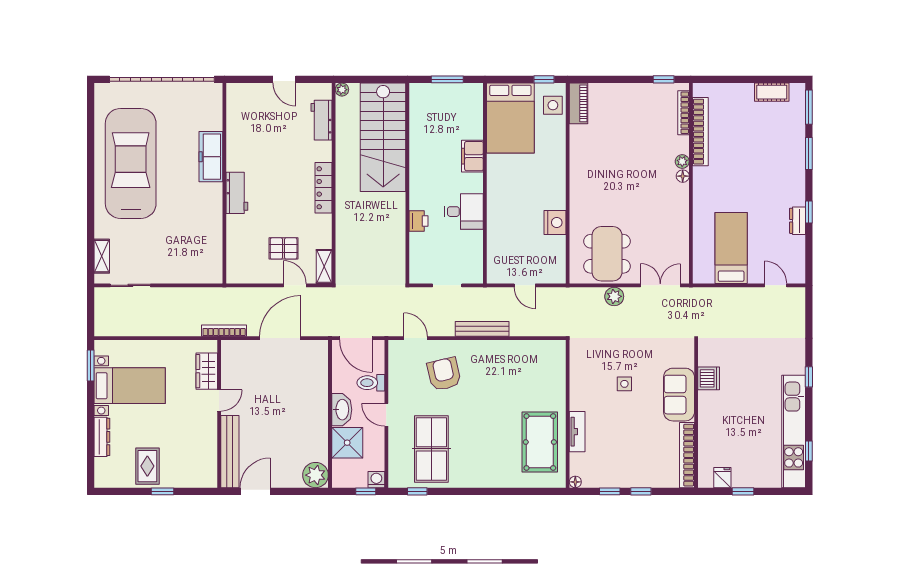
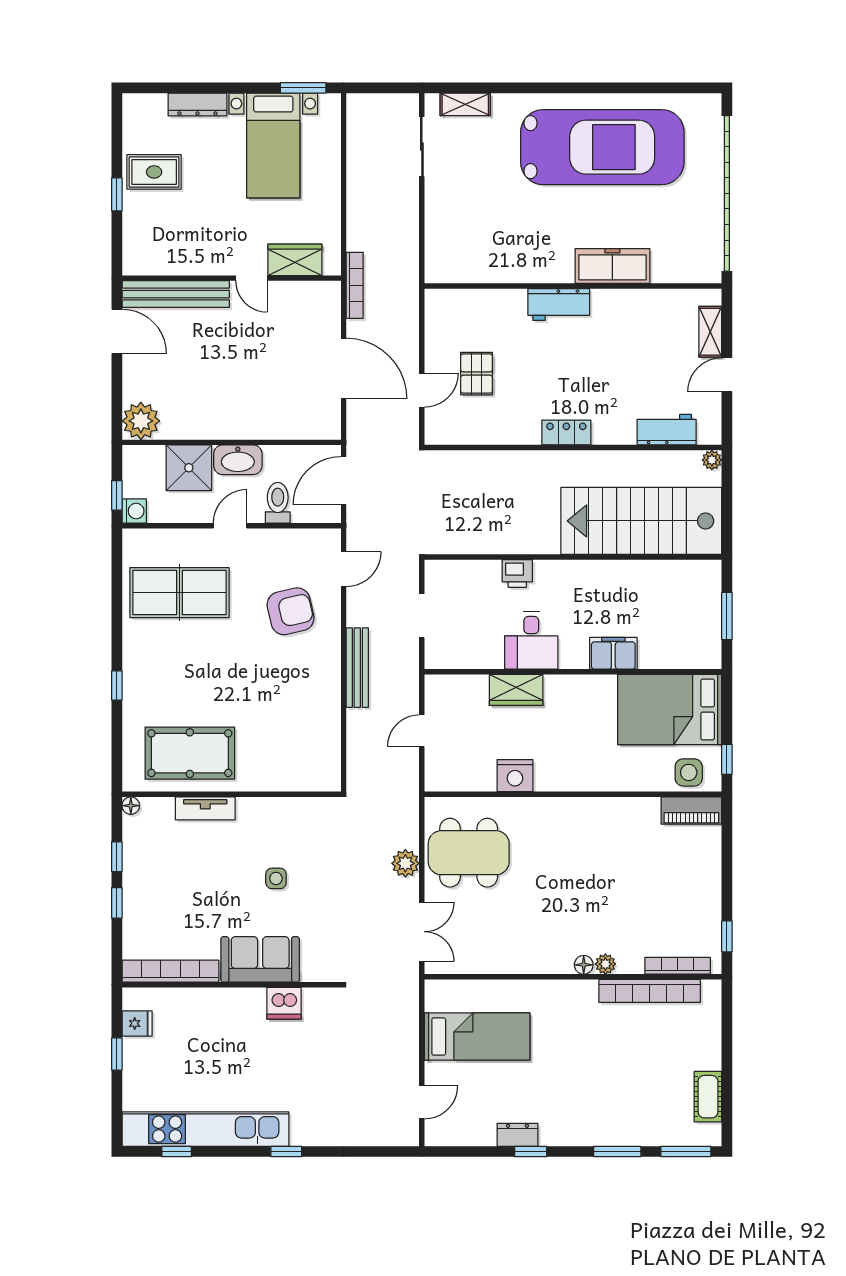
locker: (323, 188) -> (566, 433), width x0.66
wardrobe: (497, 222) -> (516, 690), added
shelving: (324, 266) -> (710, 332), moved, turned 90
window: (417, 491) -> (117, 686), moved

